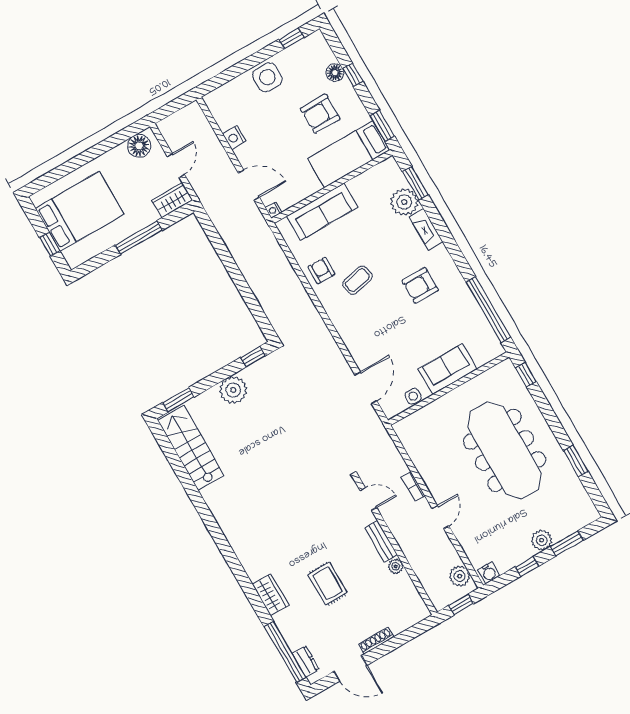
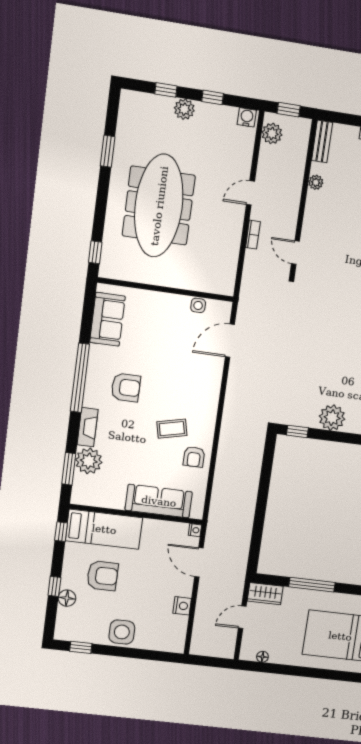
window: (382, 126) -> (61, 532), width x0.67
floor lamp: (139, 146) -> (262, 657), width x0.53, depth x0.53
window: (488, 309) -> (80, 378), moved
sofa: (448, 369) -> (107, 319), moved, turned -90
bench: (381, 541) -> (322, 141), moved
window: (567, 543) -> (166, 90), width x0.67

